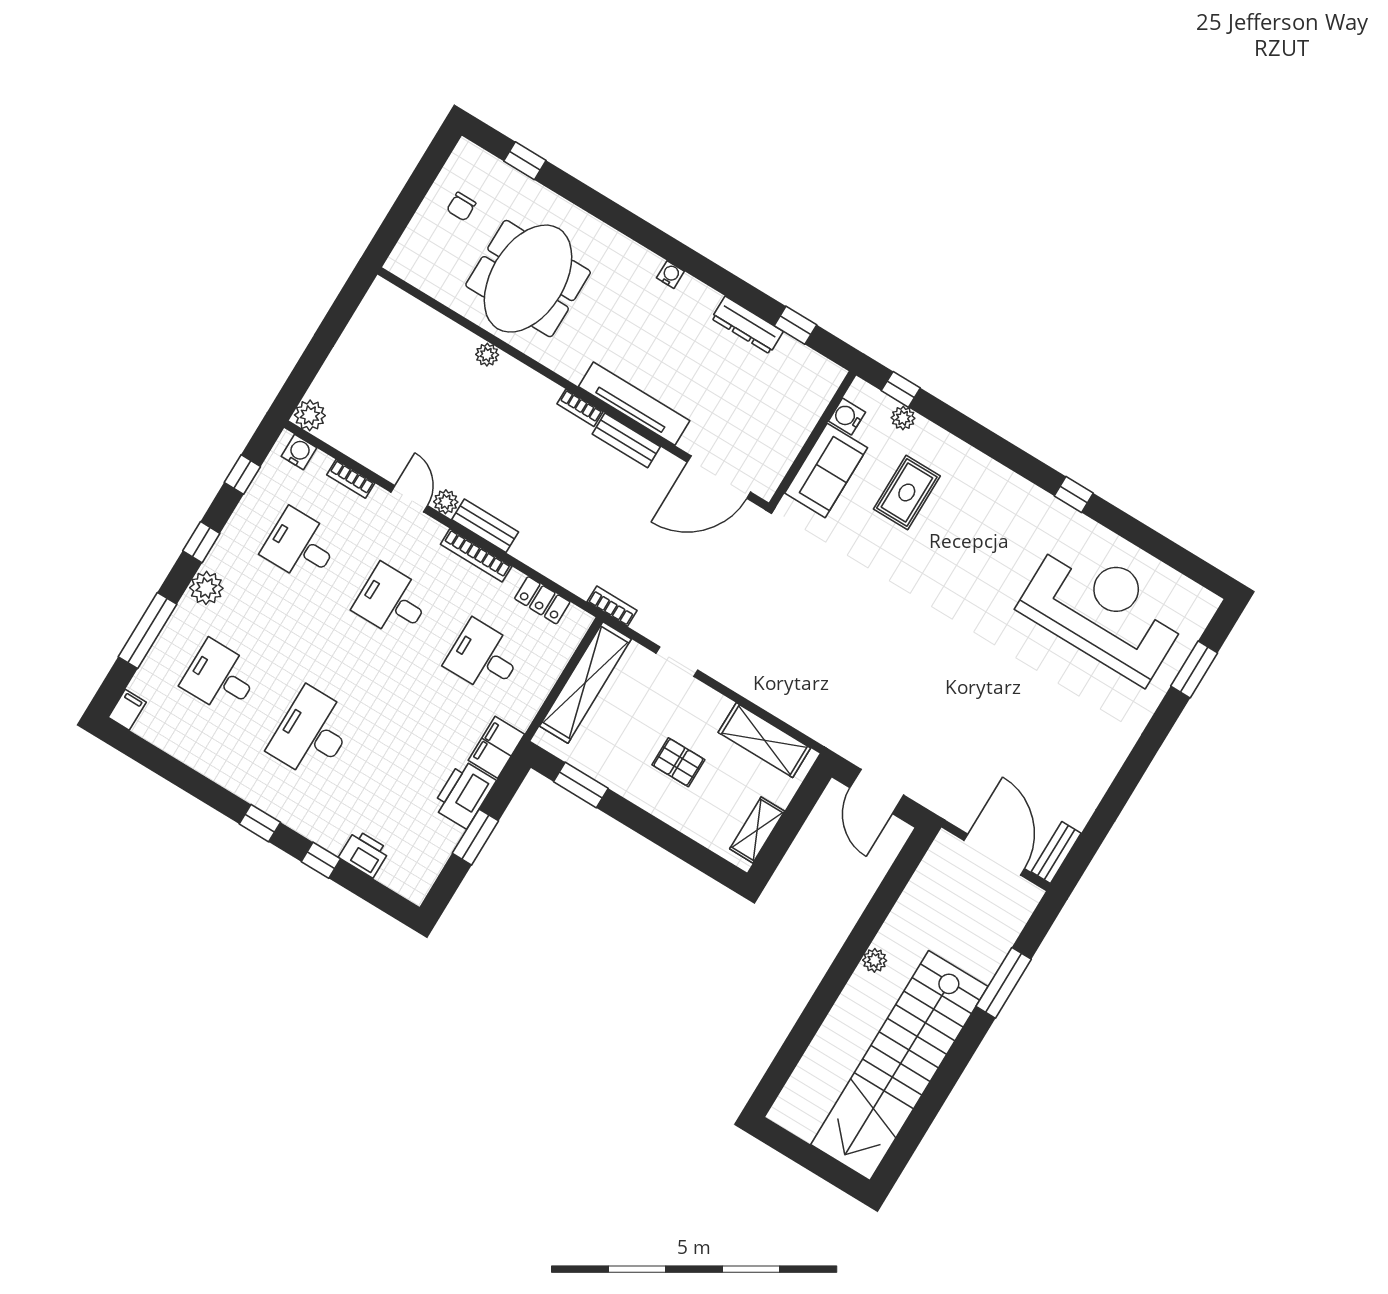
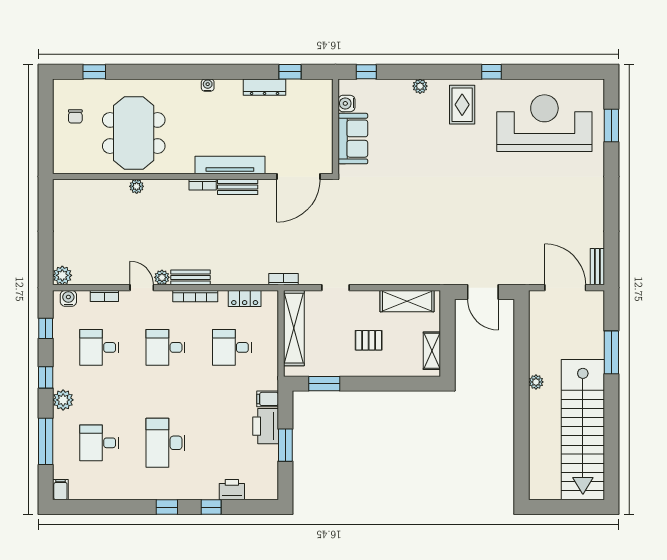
plant: (903, 418) -> (420, 86), moved
rug: (907, 492) -> (462, 105), moved
filing cabinet: (496, 747) -> (268, 399), width x0.50

